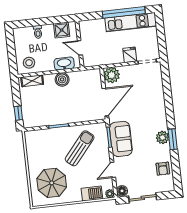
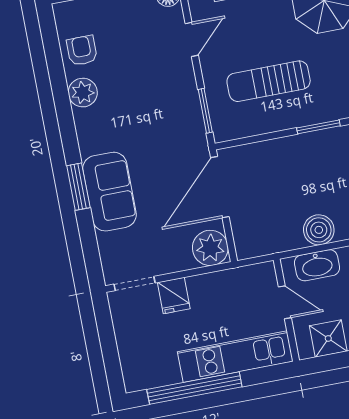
kitchen unit: (131, 22) -> (235, 357), moved
plant: (163, 137) -> (83, 93), moved
sofa: (121, 139) -> (110, 192), moved, turned 180
window: (173, 139) -> (78, 187), moved
sun lounger: (80, 148) -> (269, 81), turned 50

